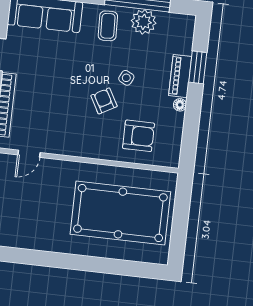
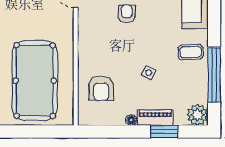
plant: (144, 22) -> (197, 115), moved
armchair: (104, 101) -> (127, 14), moved, turned -61

